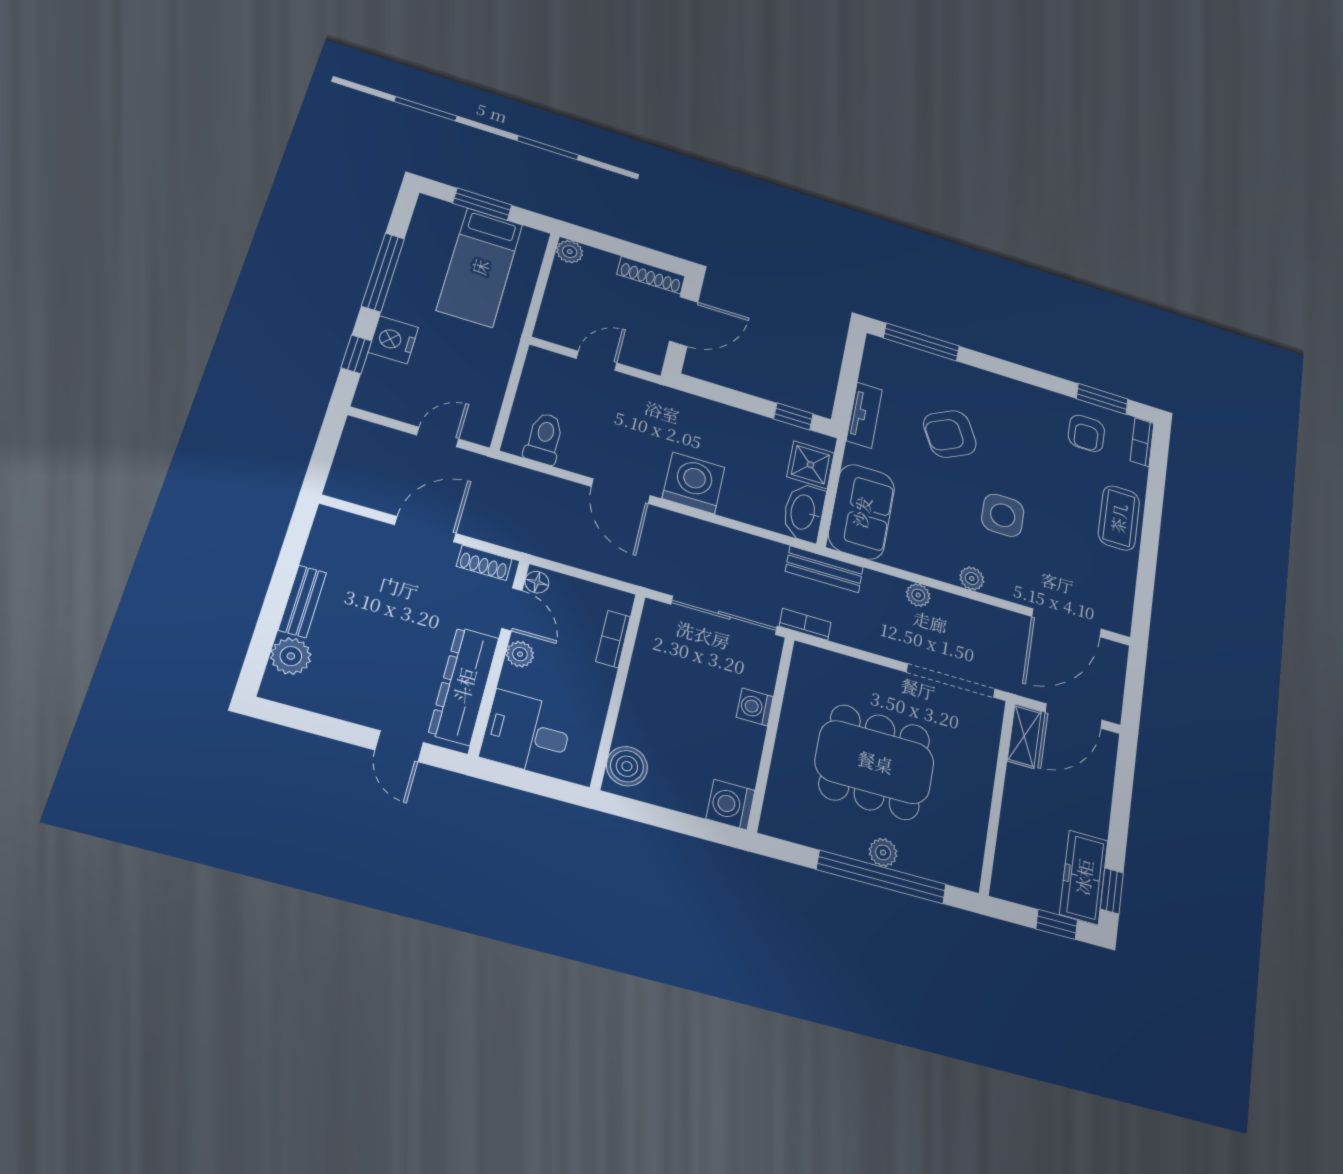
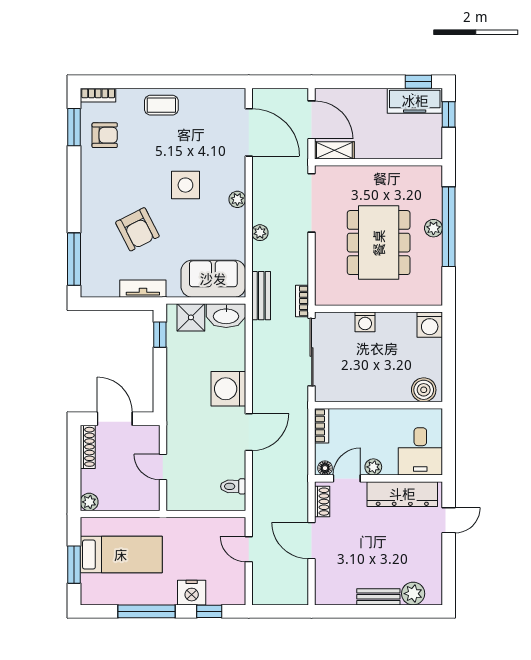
toilet: (544, 438) -> (233, 486), width x0.73, depth x0.72
coffee table: (1119, 518) -> (161, 105), width x0.73, depth x0.77
bookcase: (613, 639) -> (322, 426), moved, turned -90

